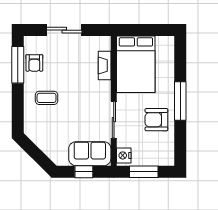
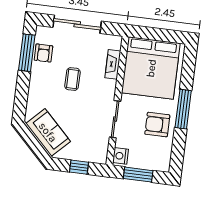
sliding door: (64, 30) -> (77, 24), width x1.37
bed: (136, 64) -> (151, 68), width x1.36
coffee table: (47, 98) -> (72, 79), moved, turned 90
sofa: (90, 154) -> (48, 132), moved, turned 45

